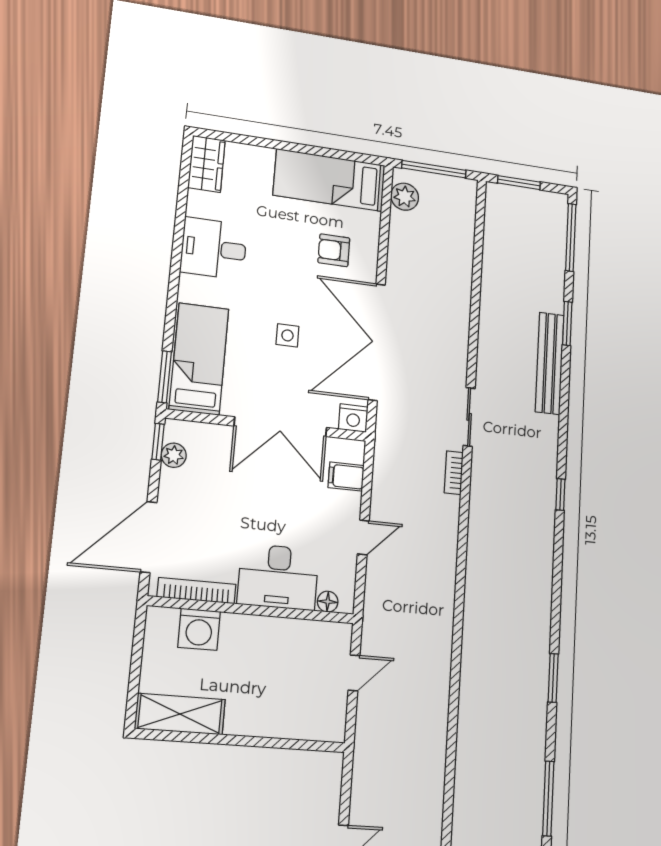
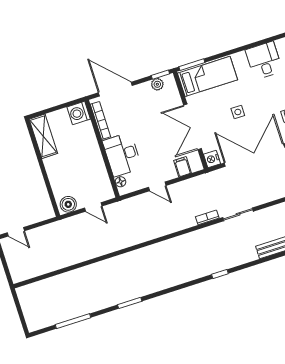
washing machine: (199, 629) -> (79, 113), moved
boiler: (330, 719) -> (68, 204), added

